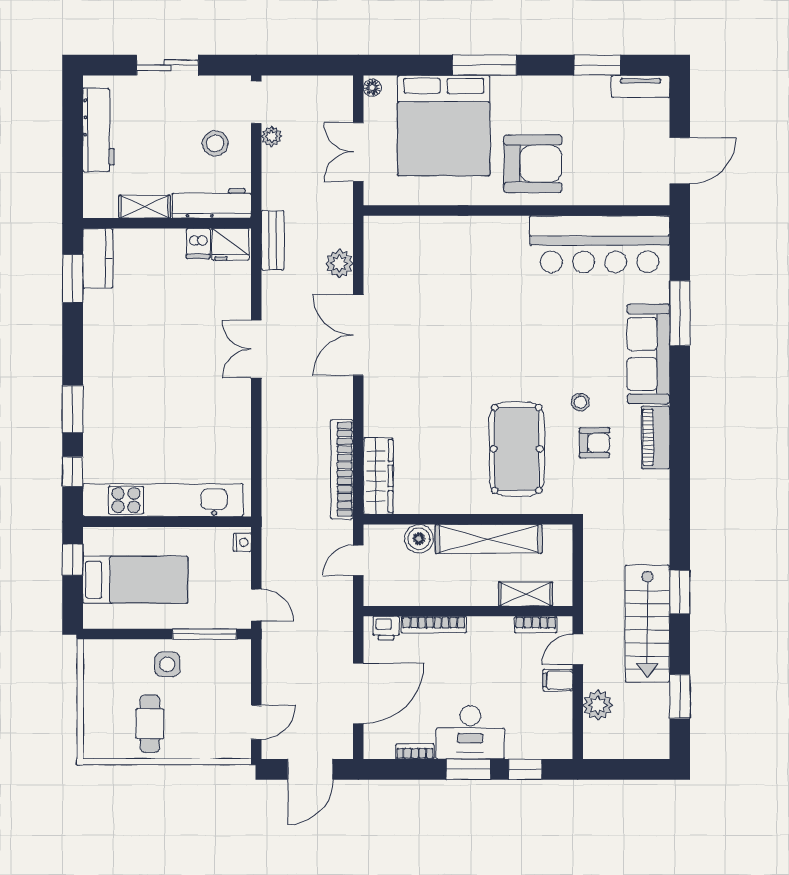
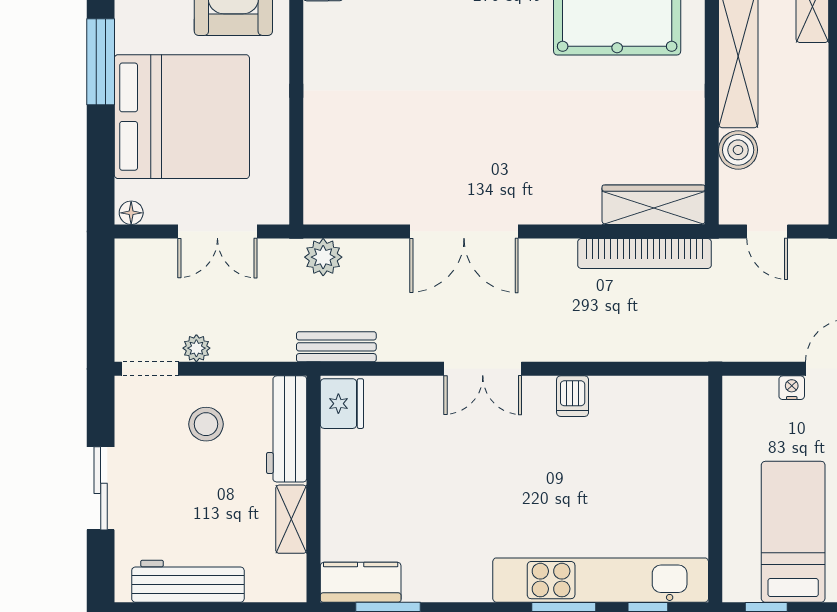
dishwasher: (198, 244) -> (573, 396), moved, turned 90
plant: (339, 264) -> (323, 257), moved
kitchen unit: (163, 500) -> (601, 580), moved, turned 90
nightstand: (242, 542) -> (792, 388), moved

